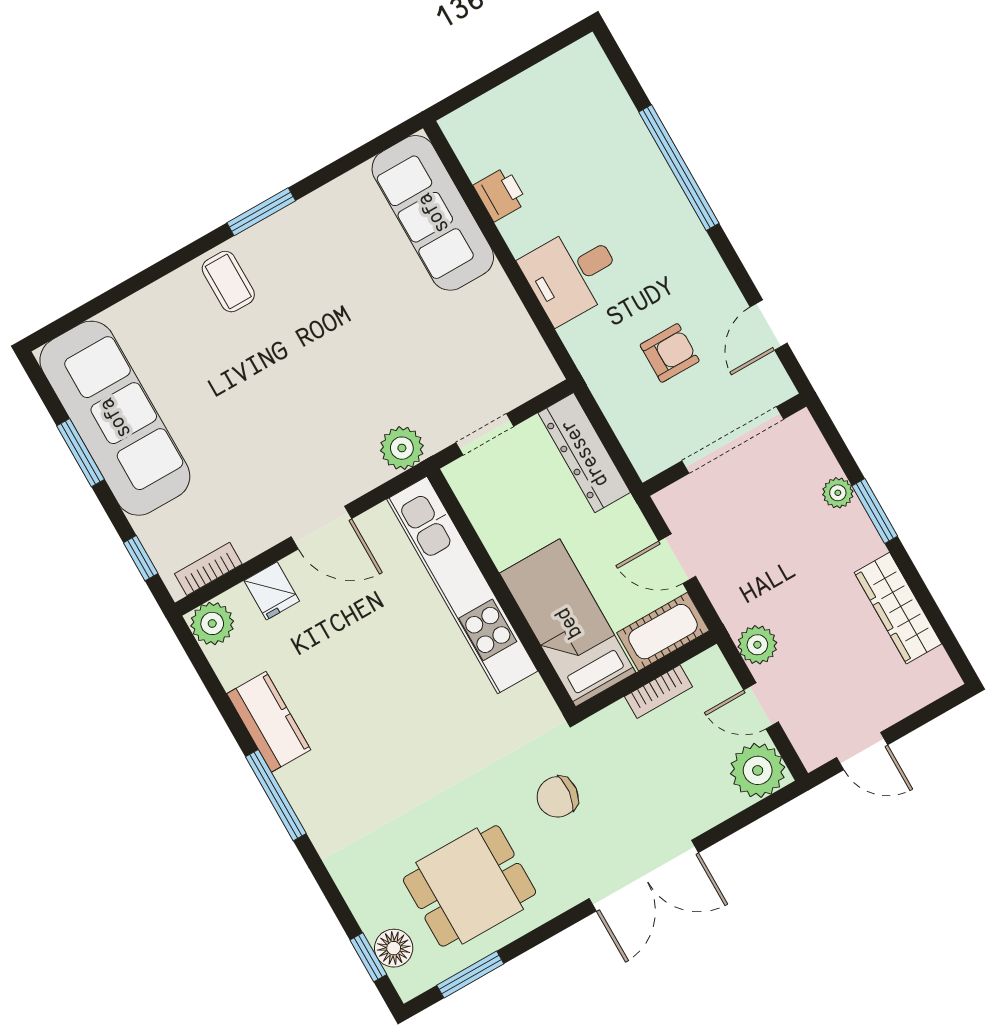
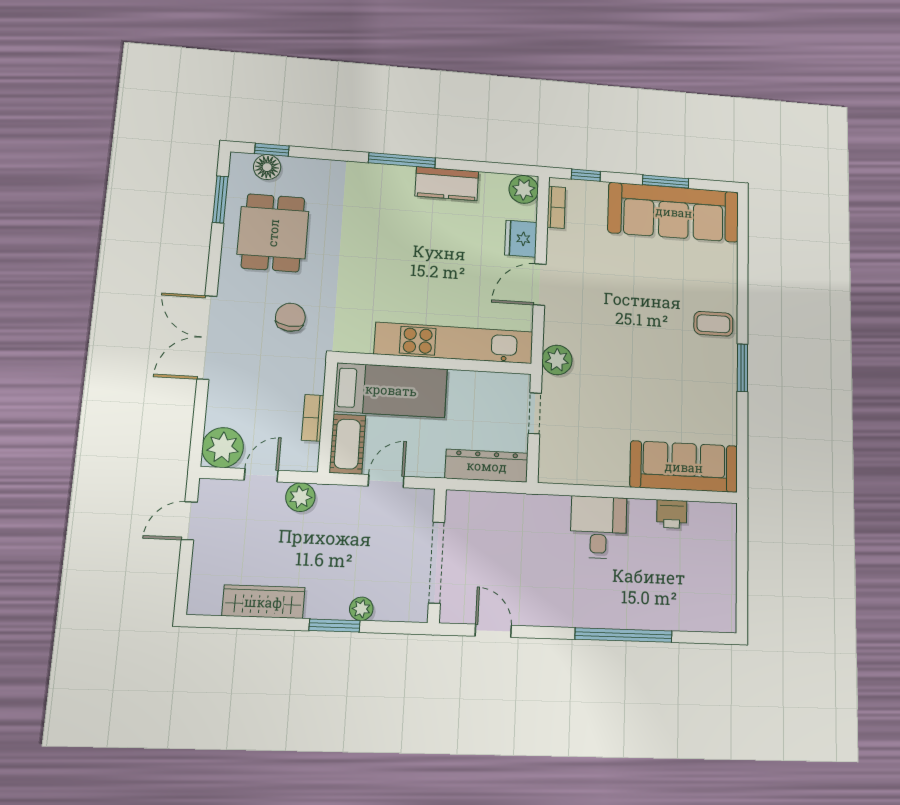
armchair: (670, 353) -> (514, 557), removed
fridge: (272, 591) -> (521, 239), width x1.38

